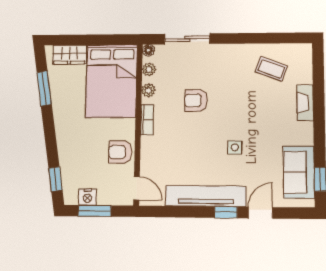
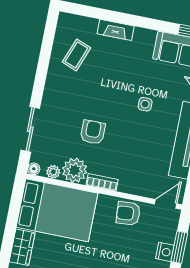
plant: (148, 90) -> (75, 170), width x1.88, depth x1.88
armchair: (196, 100) -> (93, 132), turned 180
armchair: (120, 152) -> (128, 213), turned 86

